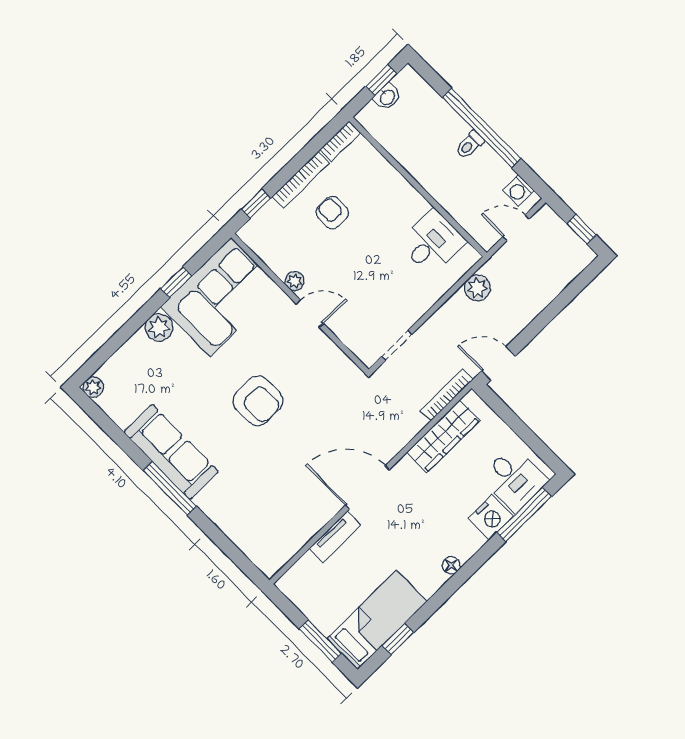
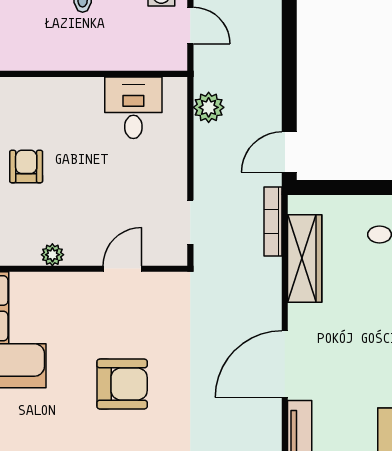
armchair: (332, 213) -> (26, 166), turned 90
door: (516, 228) -> (190, 26), swing flipped
door: (310, 314) -> (122, 269), moved

